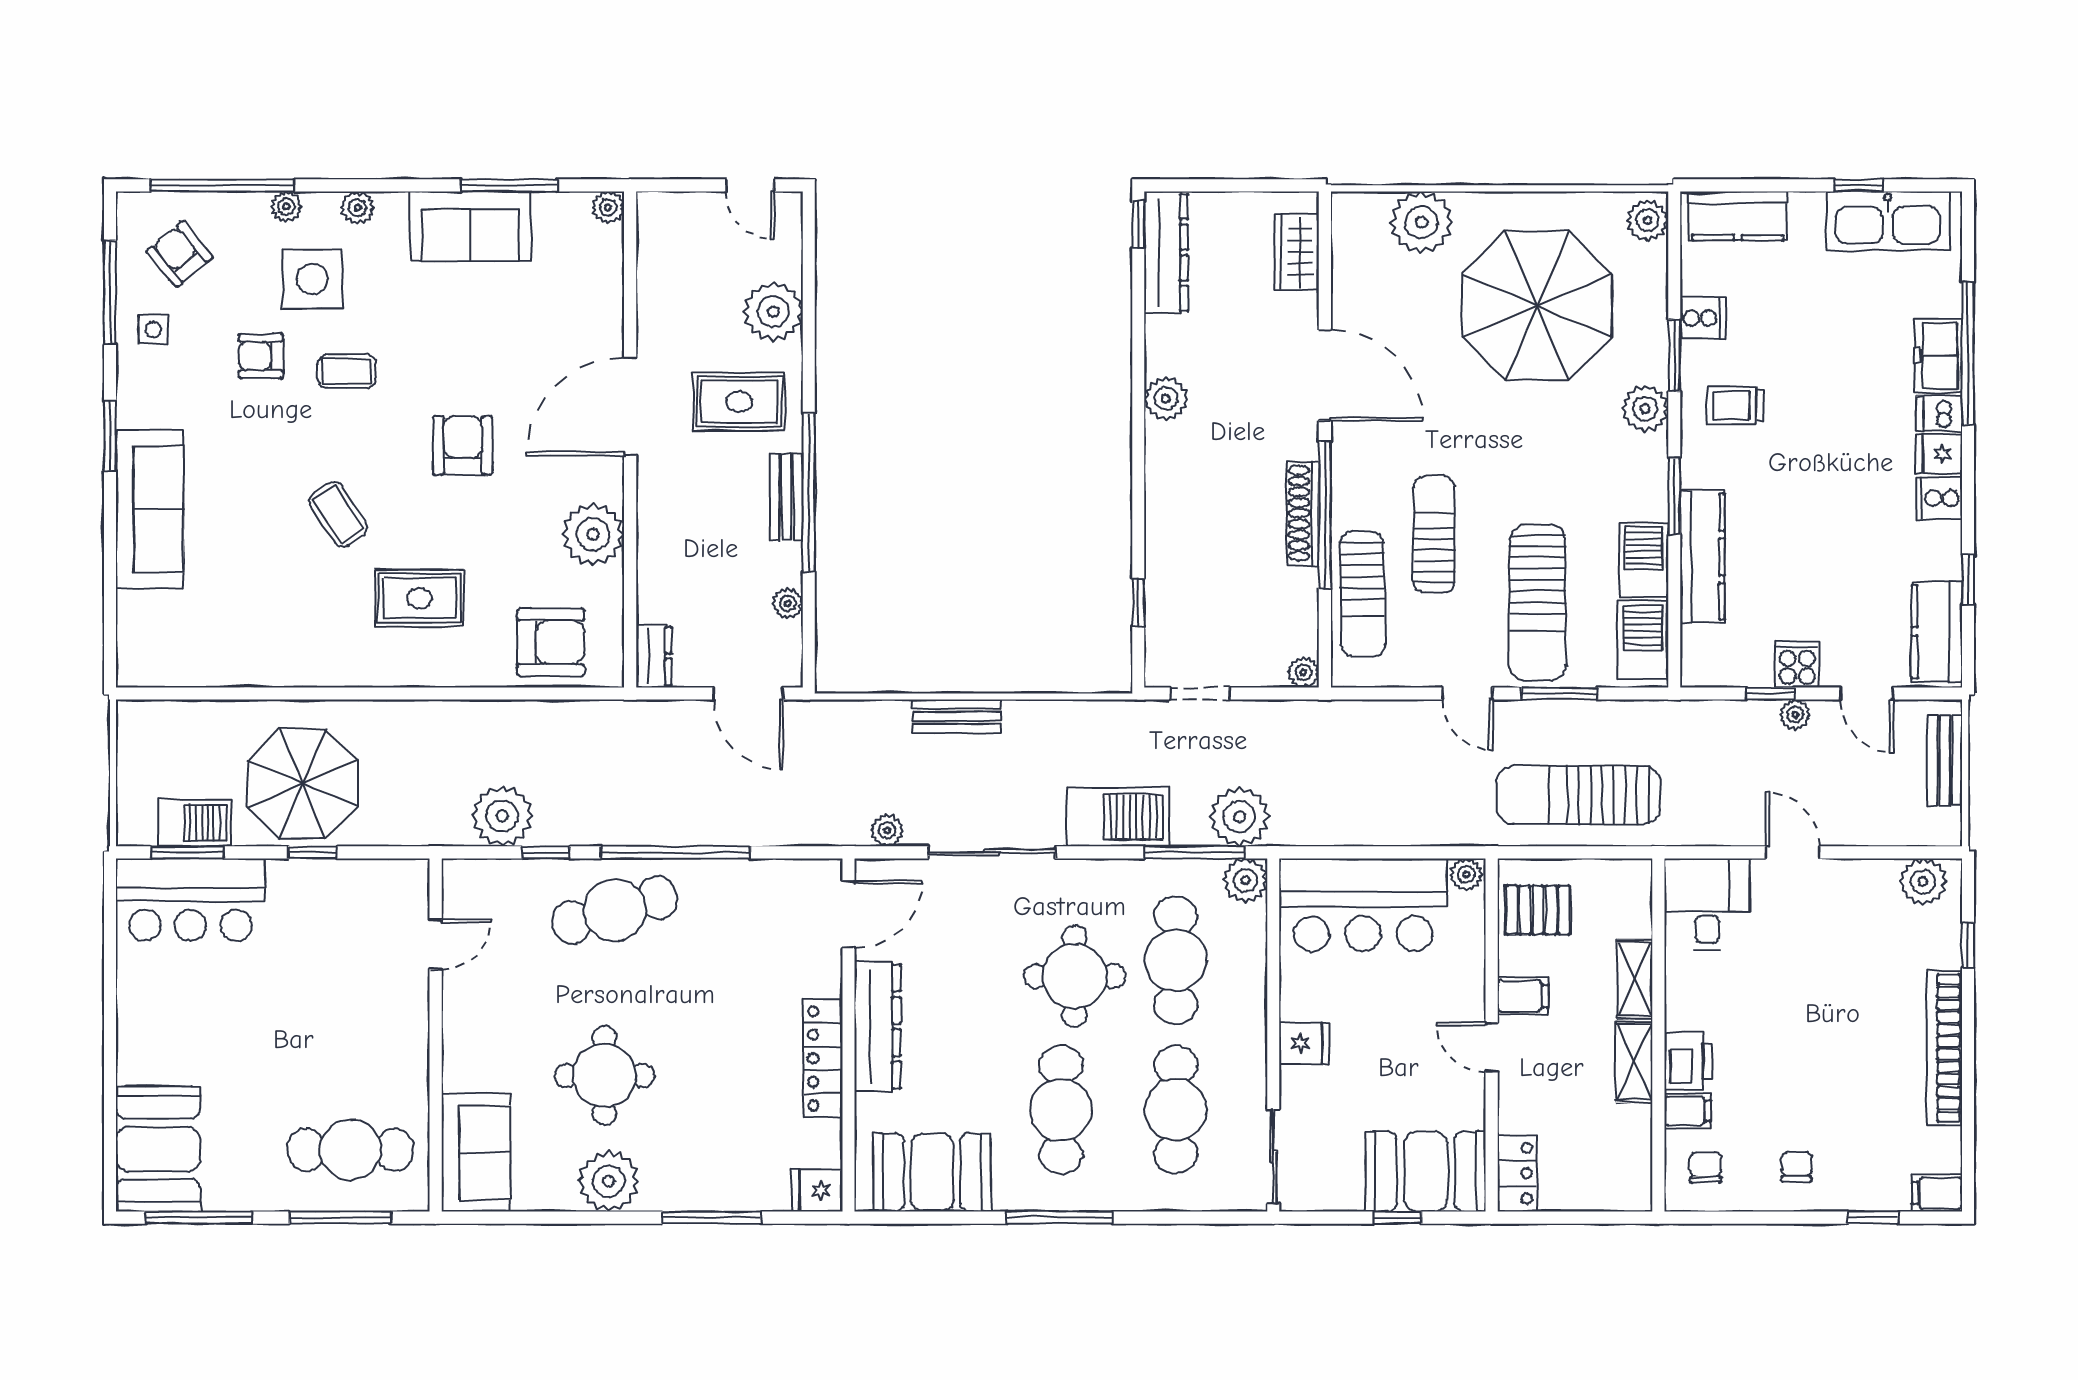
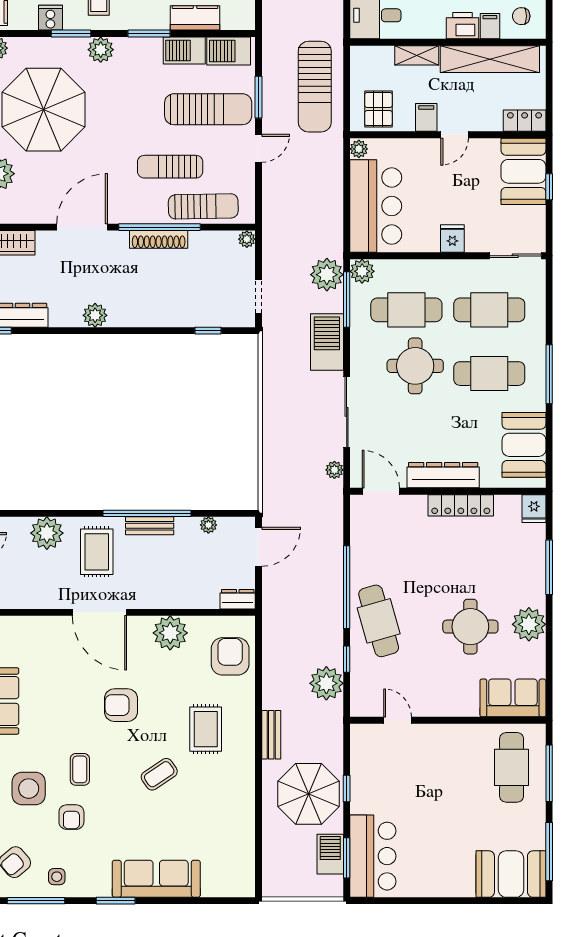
kitchen counter: (1702, 557) -> (195, 18), width x0.67
bench: (956, 716) -> (271, 735), moved
shelving: (1634, 1062) -> (490, 59), width x2.20, depth x1.33

